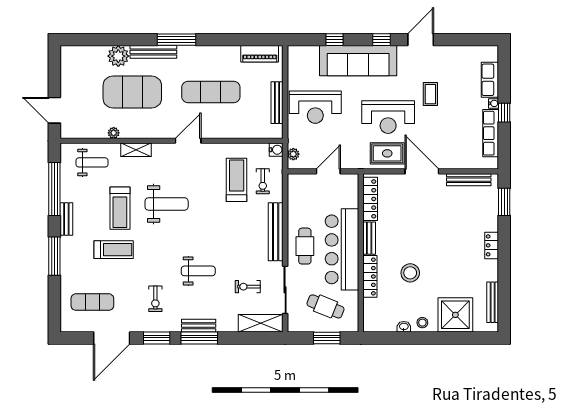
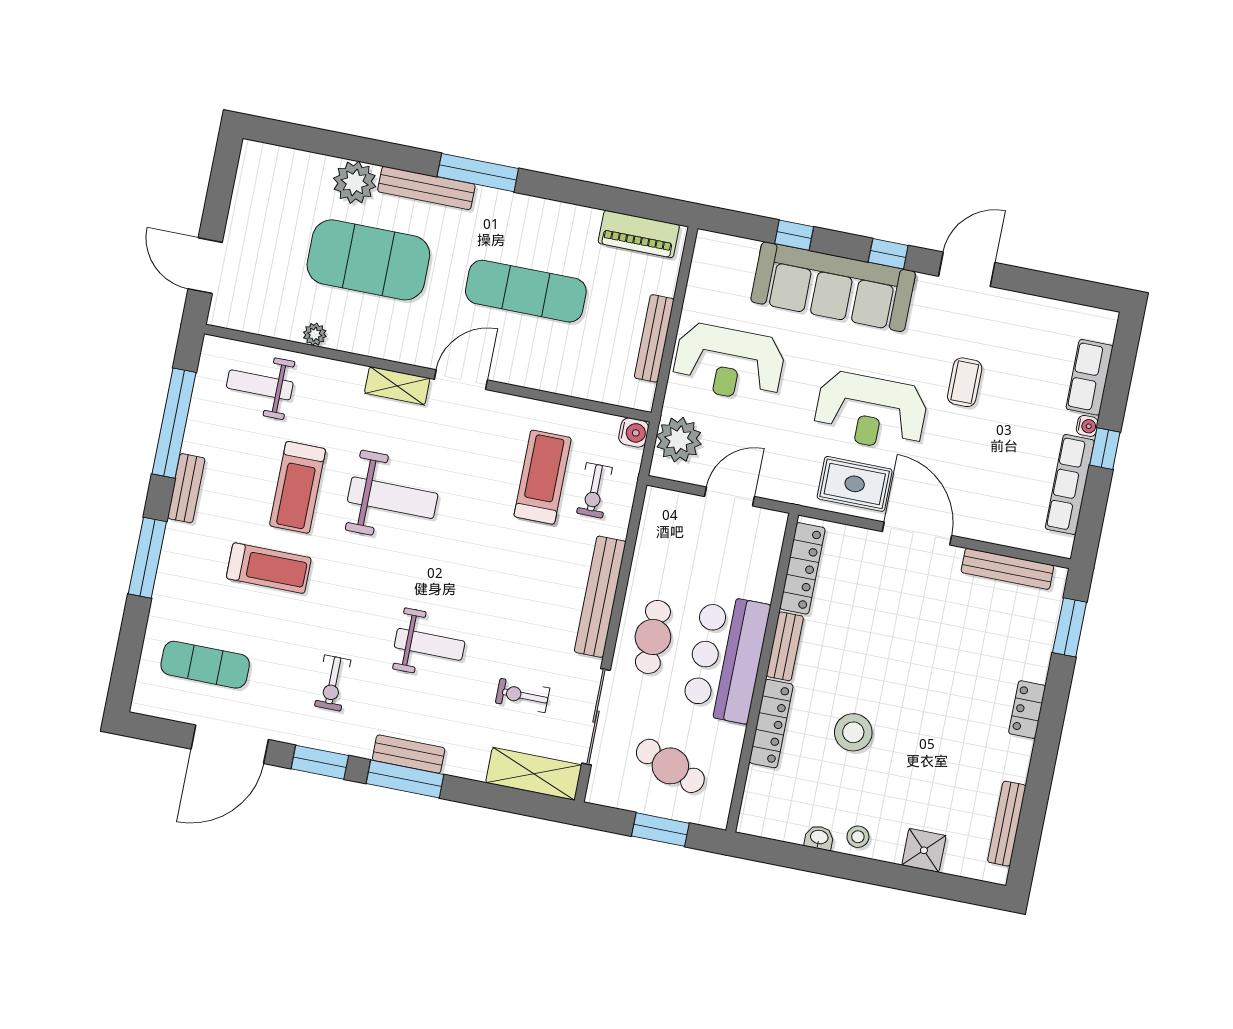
shelving: (136, 150) -> (397, 386), moved
plant: (293, 154) -> (679, 440), width x1.88, depth x1.88
weight bench: (92, 162) -> (260, 385), turned 180
bar counter: (342, 249) -> (726, 658), width x0.73
shower: (455, 315) -> (924, 850), width x0.54, depth x0.54

